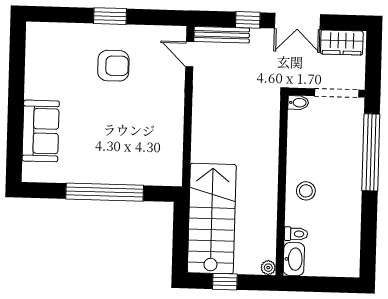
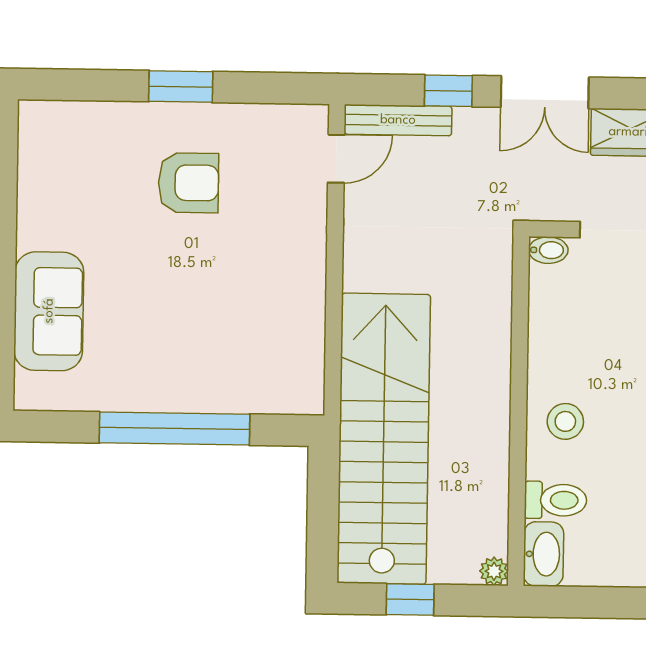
door: (190, 54) -> (336, 159), swing flipped
stairs: (212, 219) -> (384, 439), width x1.36
toilet: (296, 234) -> (556, 500), width x1.37, depth x1.39

